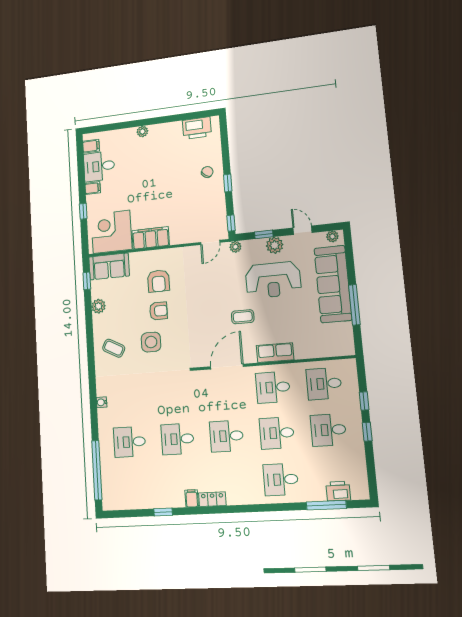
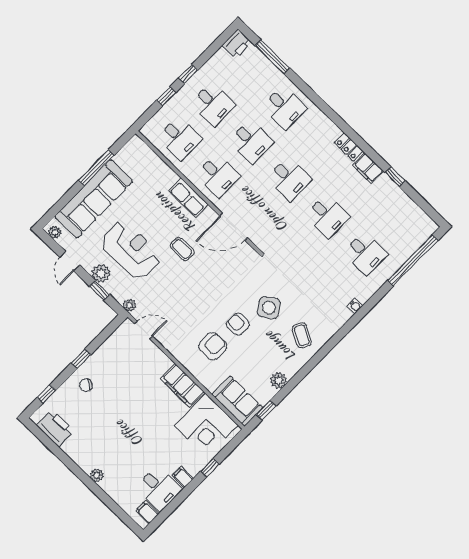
window: (231, 223) -> (46, 394), moved
side table: (151, 342) -> (269, 308), turned -35
printer: (338, 491) -> (237, 44), moved, turned -90
filing cabinet: (192, 498) -> (368, 168), width x2.00

